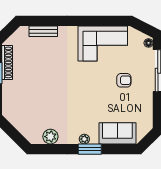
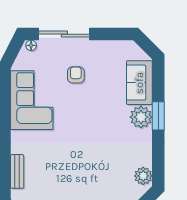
plant: (50, 137) -> (143, 176), moved
plant: (84, 139) -> (141, 117), width x1.87, depth x1.87

